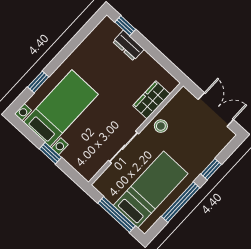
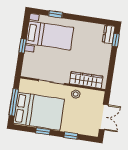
dresser: (128, 45) -> (109, 34), moved
wardrobe: (152, 100) -> (86, 80), width x1.50
bed: (151, 190) -> (39, 111), width x1.50
window: (181, 202) -> (43, 131), width x0.46

